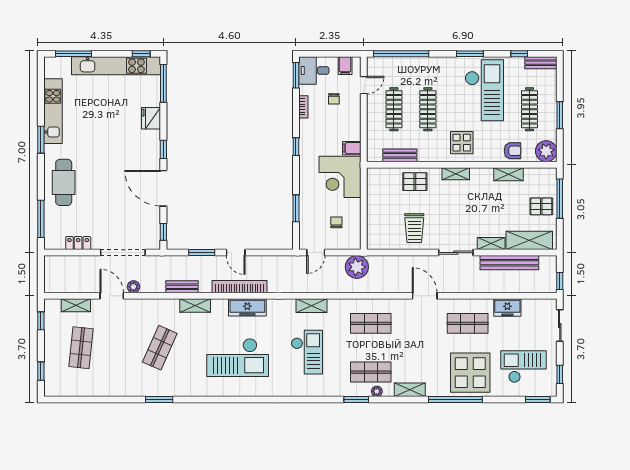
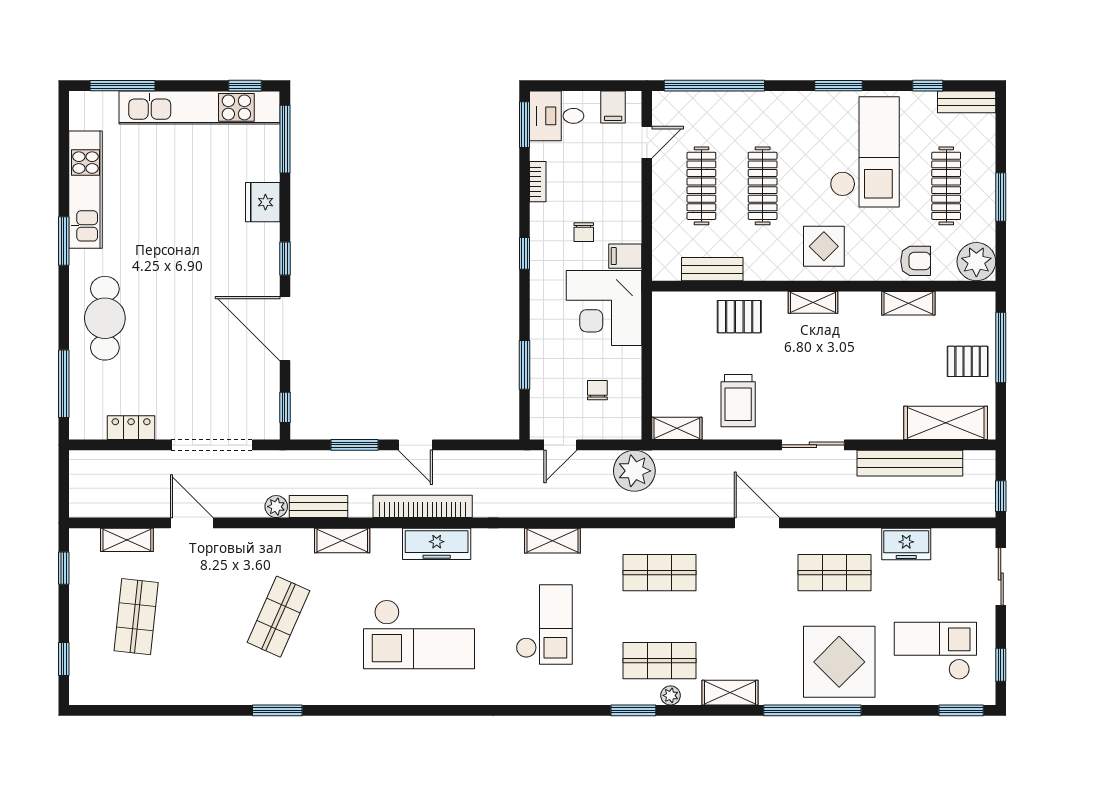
chair: (334, 99) -> (584, 232), moved
shelving: (491, 243) -> (677, 428), moved
plant: (133, 287) -> (276, 507), moved

